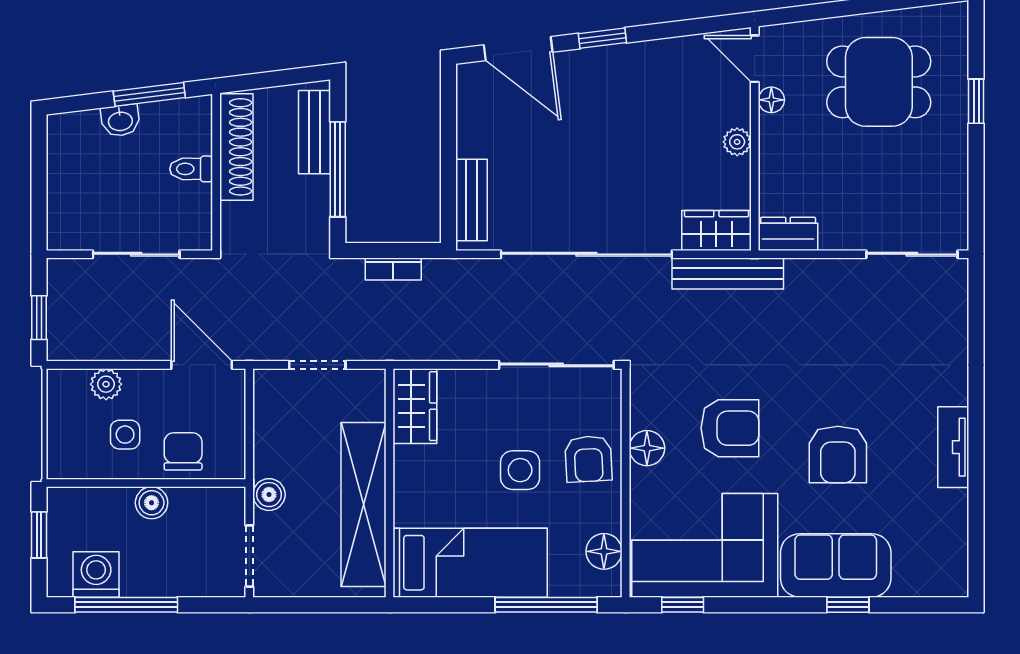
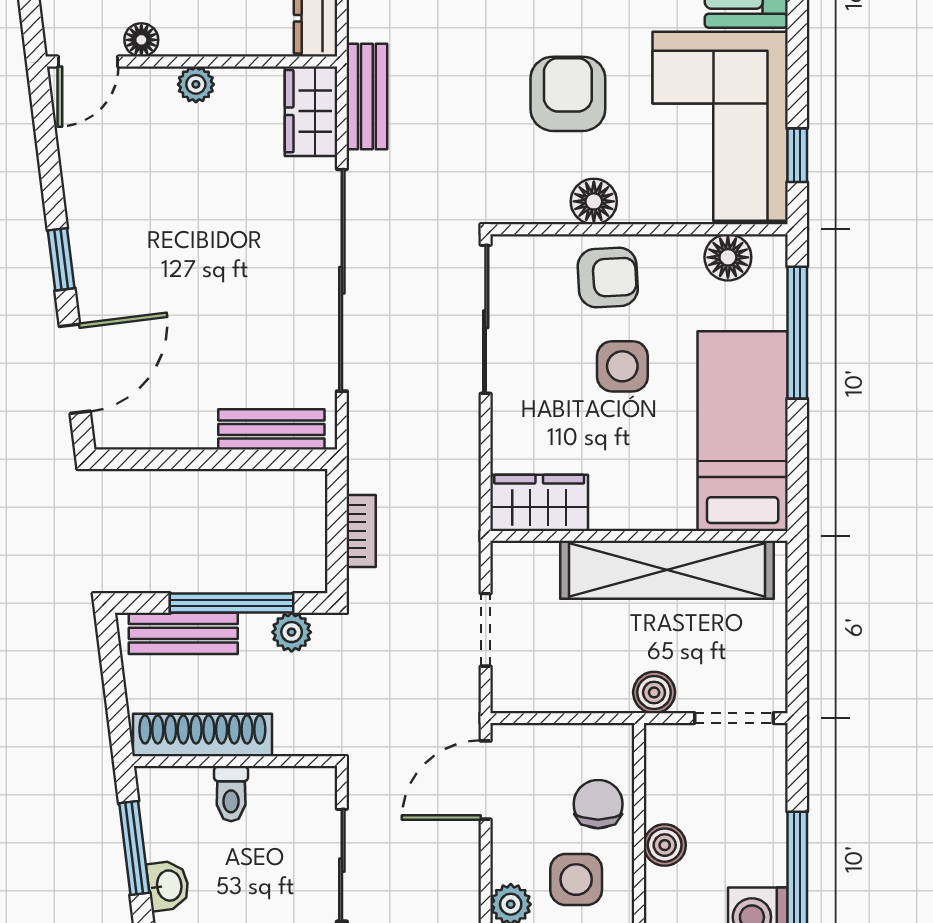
plant: (315, 216) -> (292, 632), added
bench: (728, 273) -> (367, 96), width x0.73
side table: (125, 435) -> (576, 880), width x1.37, depth x1.37
chair: (183, 451) -> (598, 804), turned 90

